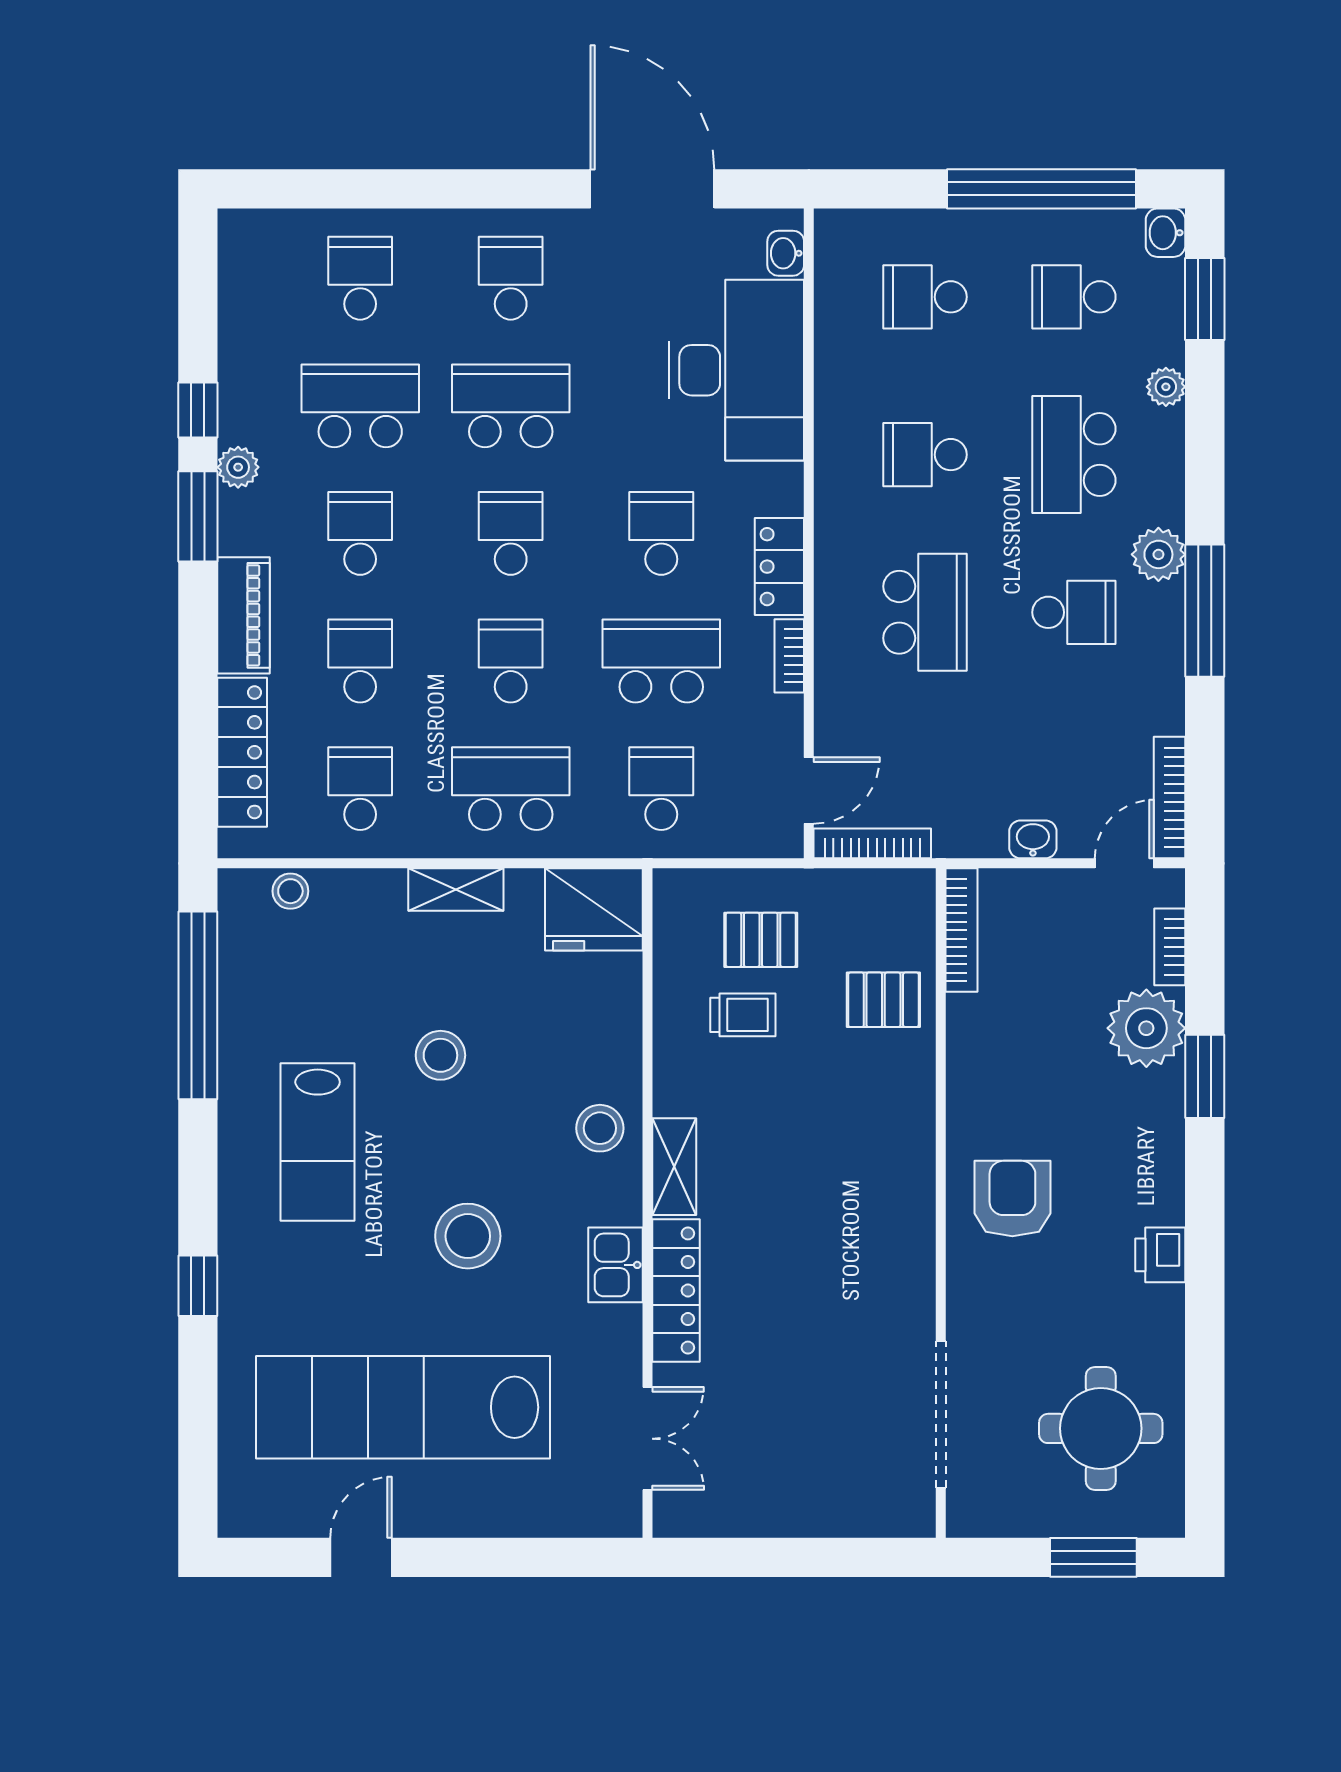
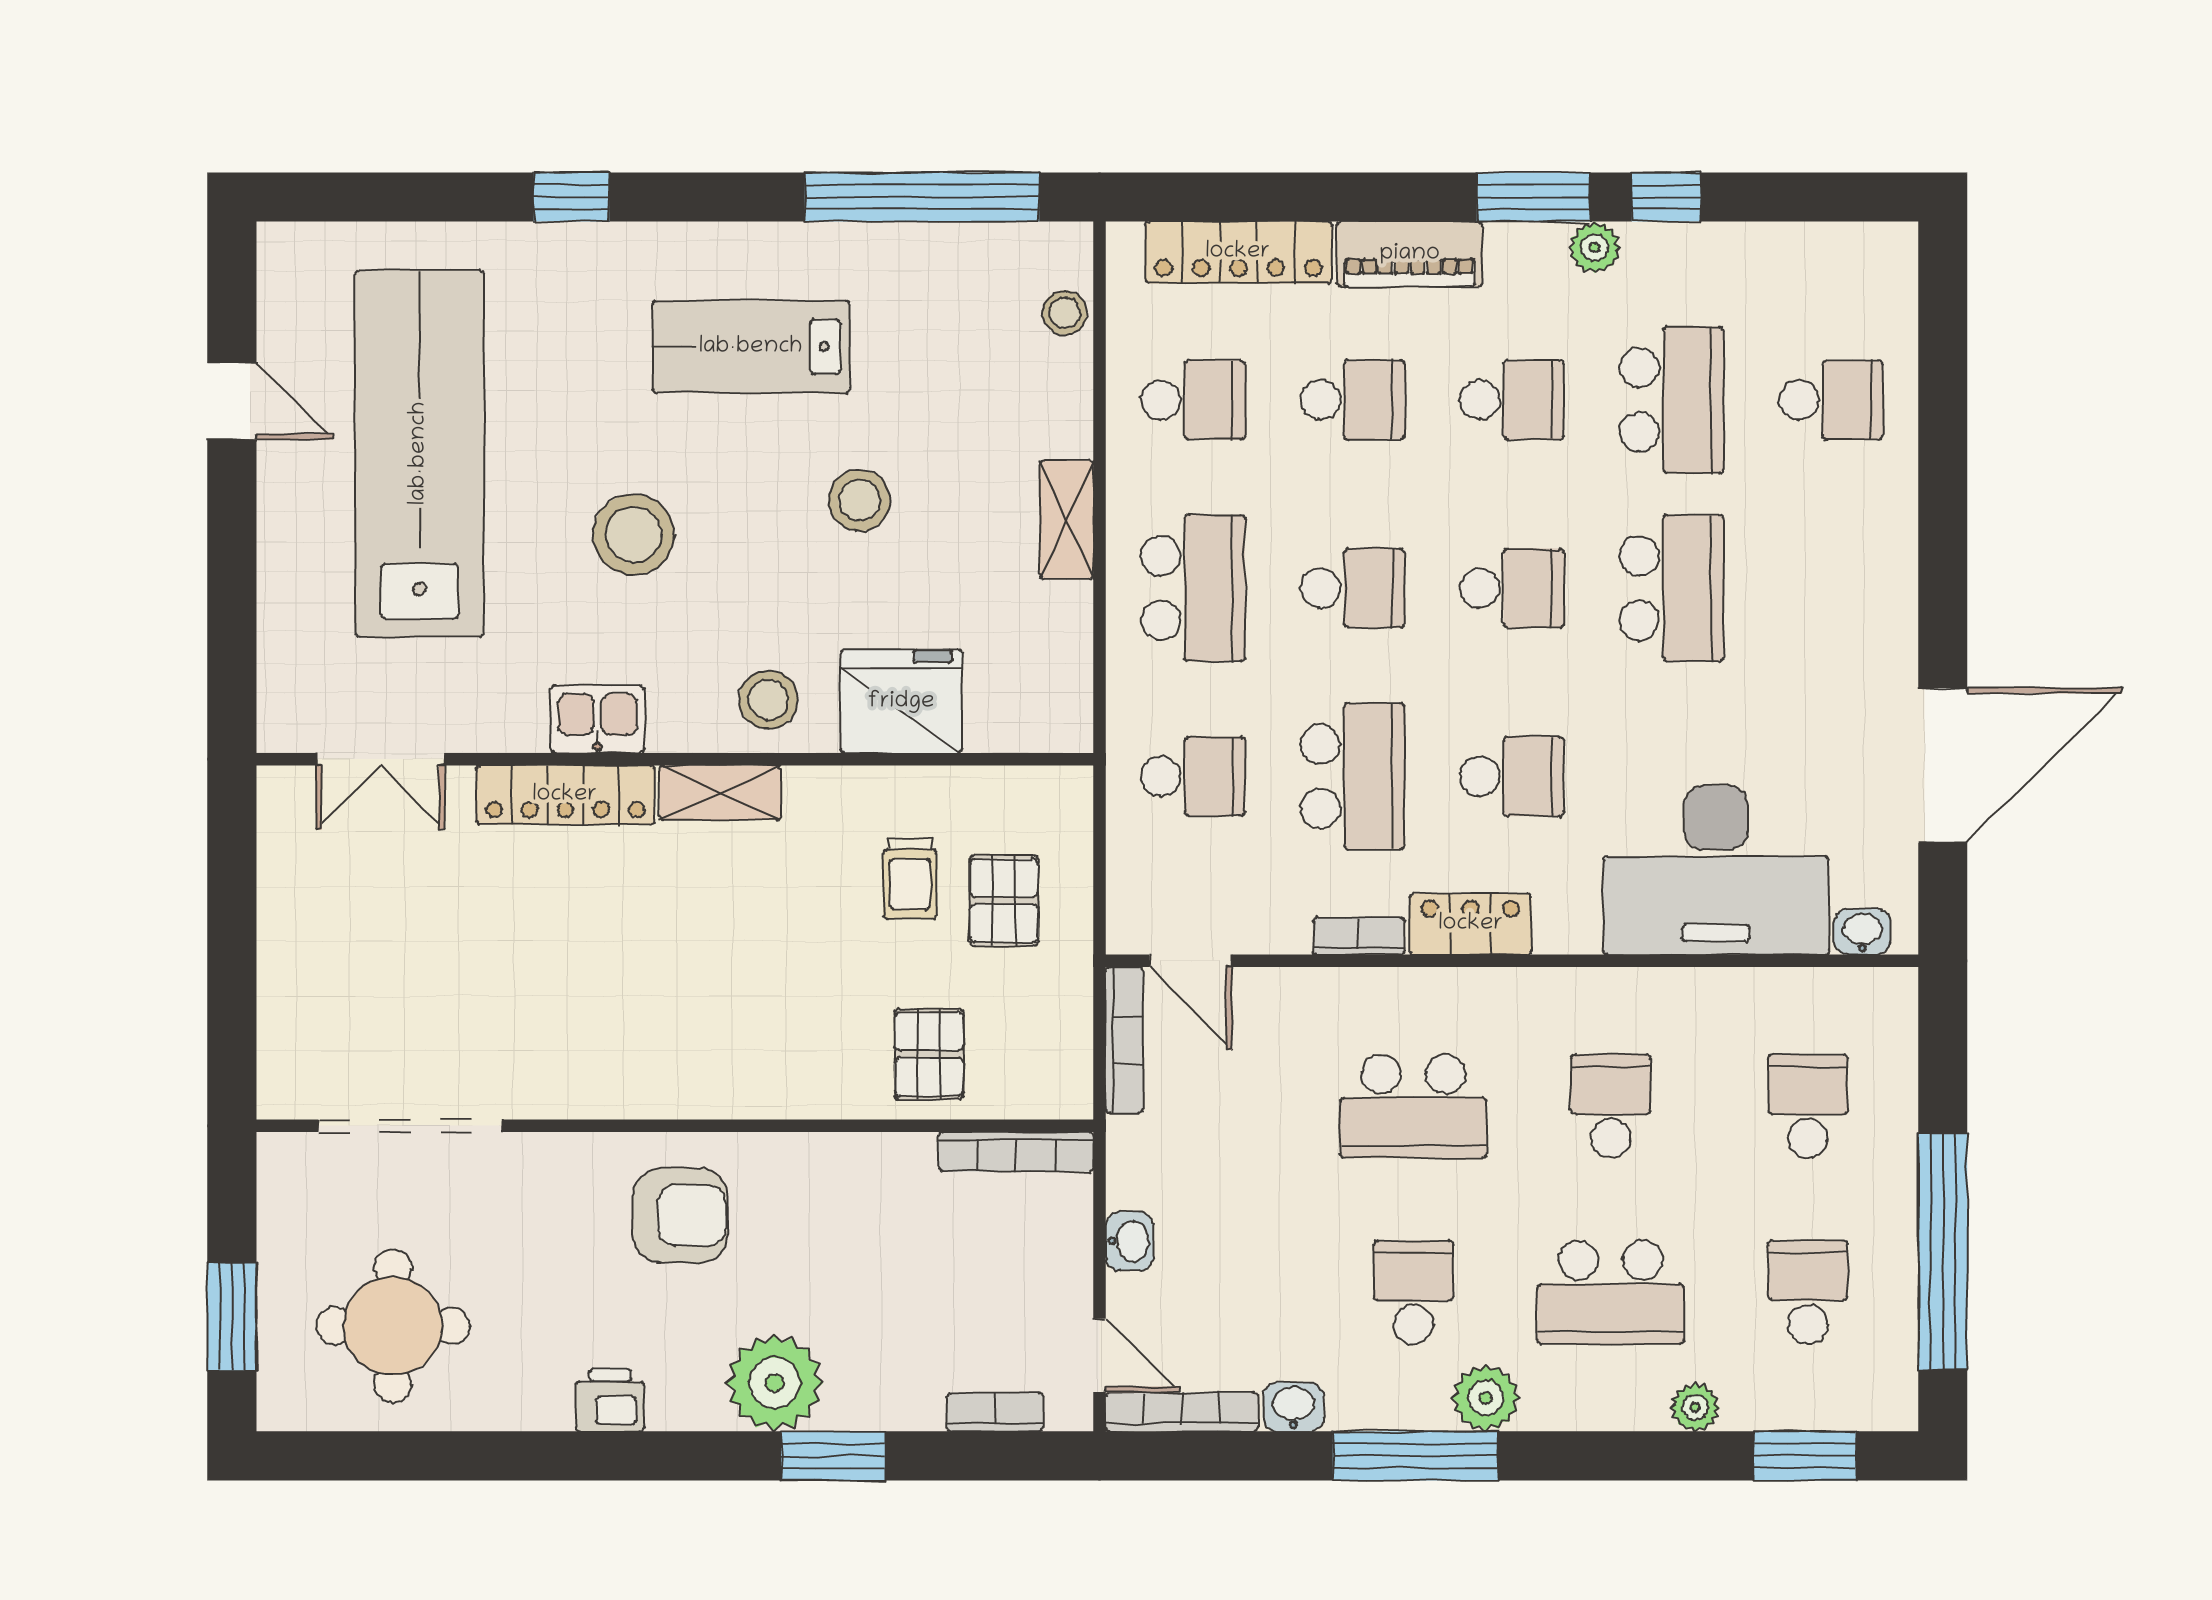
washbasin: (1166, 233) -> (1293, 1407), moved
school desk: (511, 278) -> (1831, 588), removed
school desk: (1074, 455) -> (1611, 1292), turned 180
school desk: (1074, 612) -> (1413, 1292), turned 180
fridge: (594, 909) -> (901, 702), moved, turned 90
plant: (1146, 1028) -> (775, 1383), moved

